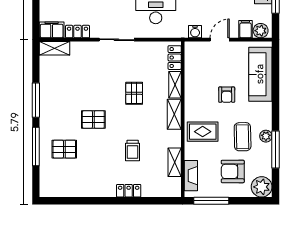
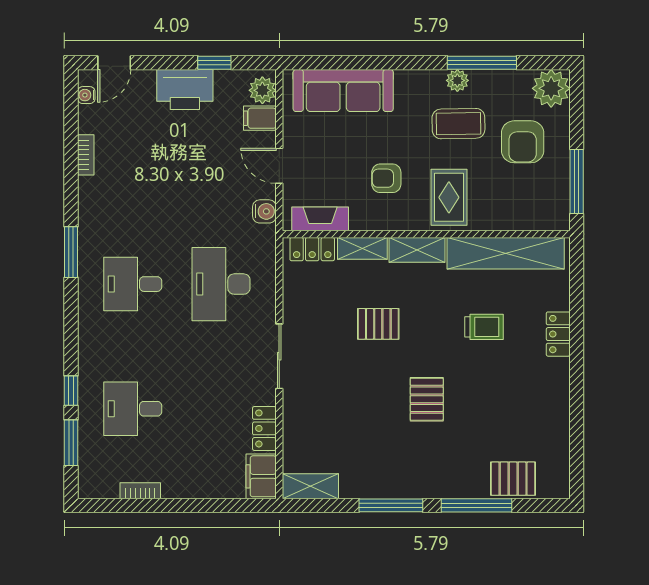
shelving: (55, 48) -> (310, 486), moved, turned 90
armchair: (227, 95) -> (386, 178), moved, turned 180
pallet: (64, 149) -> (513, 479), moved, turned 90
shelving: (175, 162) -> (506, 253), width x2.20, depth x1.33
fireplace: (191, 176) -> (320, 219), moved

